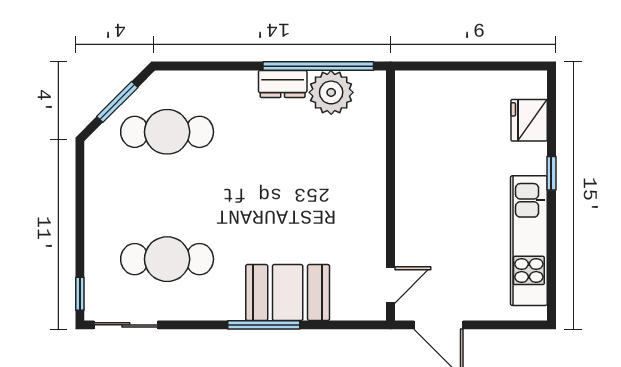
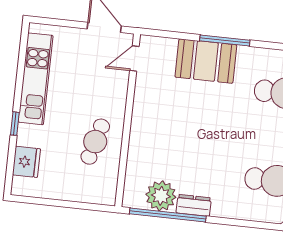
cafe table: (434, 160) -> (95, 142), added

